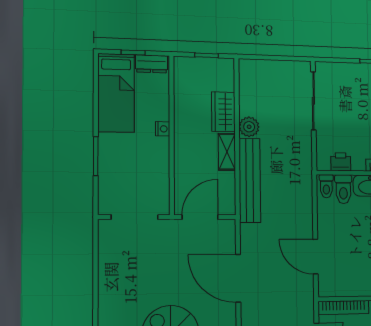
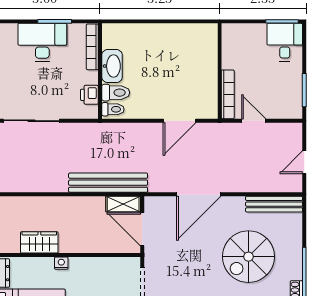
wardrobe: (223, 112) -> (39, 242), moved, turned 180
plant: (249, 127) -> (58, 183), removed
shelving: (227, 152) -> (123, 204), moved

